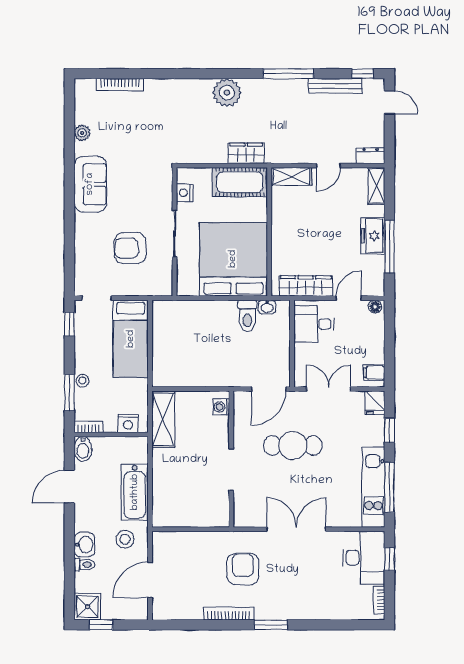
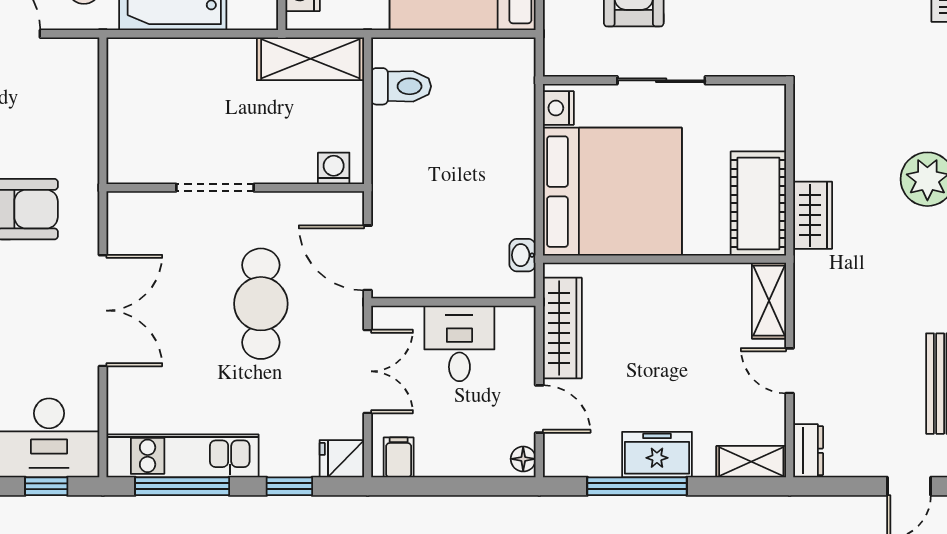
nightstand: (185, 193) -> (558, 108), moved, turned -90
toilet: (247, 316) -> (401, 86), moved, turned 180
desk: (314, 324) -> (459, 343), moved

